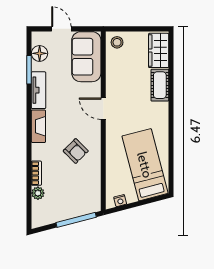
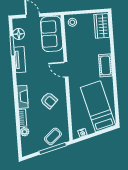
cot: (160, 85) -> (106, 65), moved
fireplace: (38, 126) -> (22, 97), moved
coffee table: (78, 203) -> (53, 136), added

